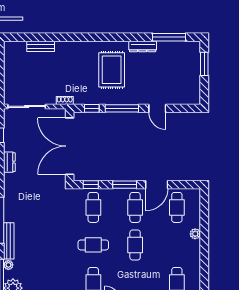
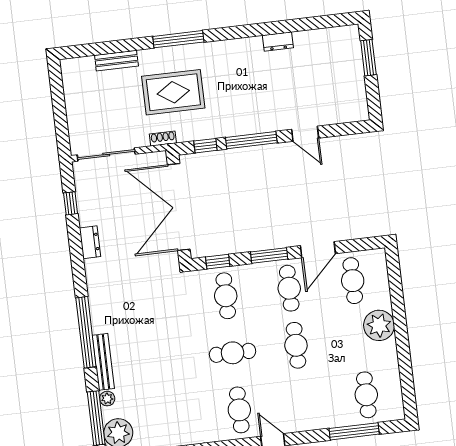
window: (169, 37) -> (178, 39), moved
dresser: (143, 46) -> (278, 42), width x0.70
rug: (112, 70) -> (173, 92), moved, turned 90
plant: (195, 234) -> (379, 325), width x1.87, depth x1.87

